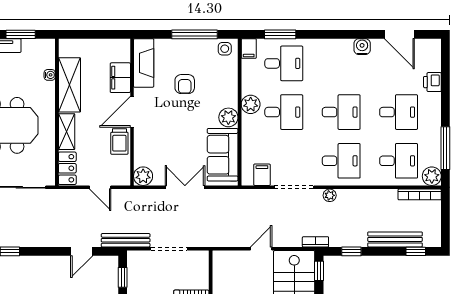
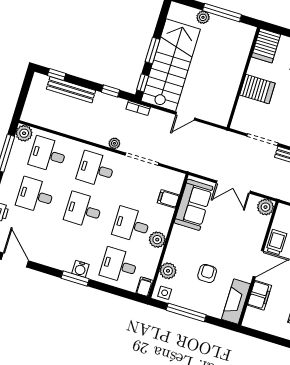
window: (280, 34) -> (75, 279), moved
water cooler: (362, 47) -> (80, 269), moved
plant: (228, 117) -> (168, 271), moved
filing cabinet: (262, 175) -> (168, 199), moved, turned 90
bookcase: (420, 194) -> (39, 121), removed

